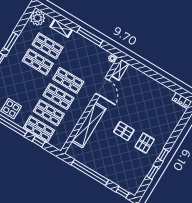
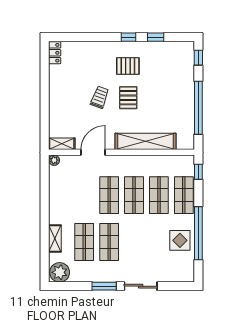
window: (90, 36) -> (45, 201), removed
trolley: (135, 113) -> (100, 97), added
window: (39, 142) -> (198, 172), moved

